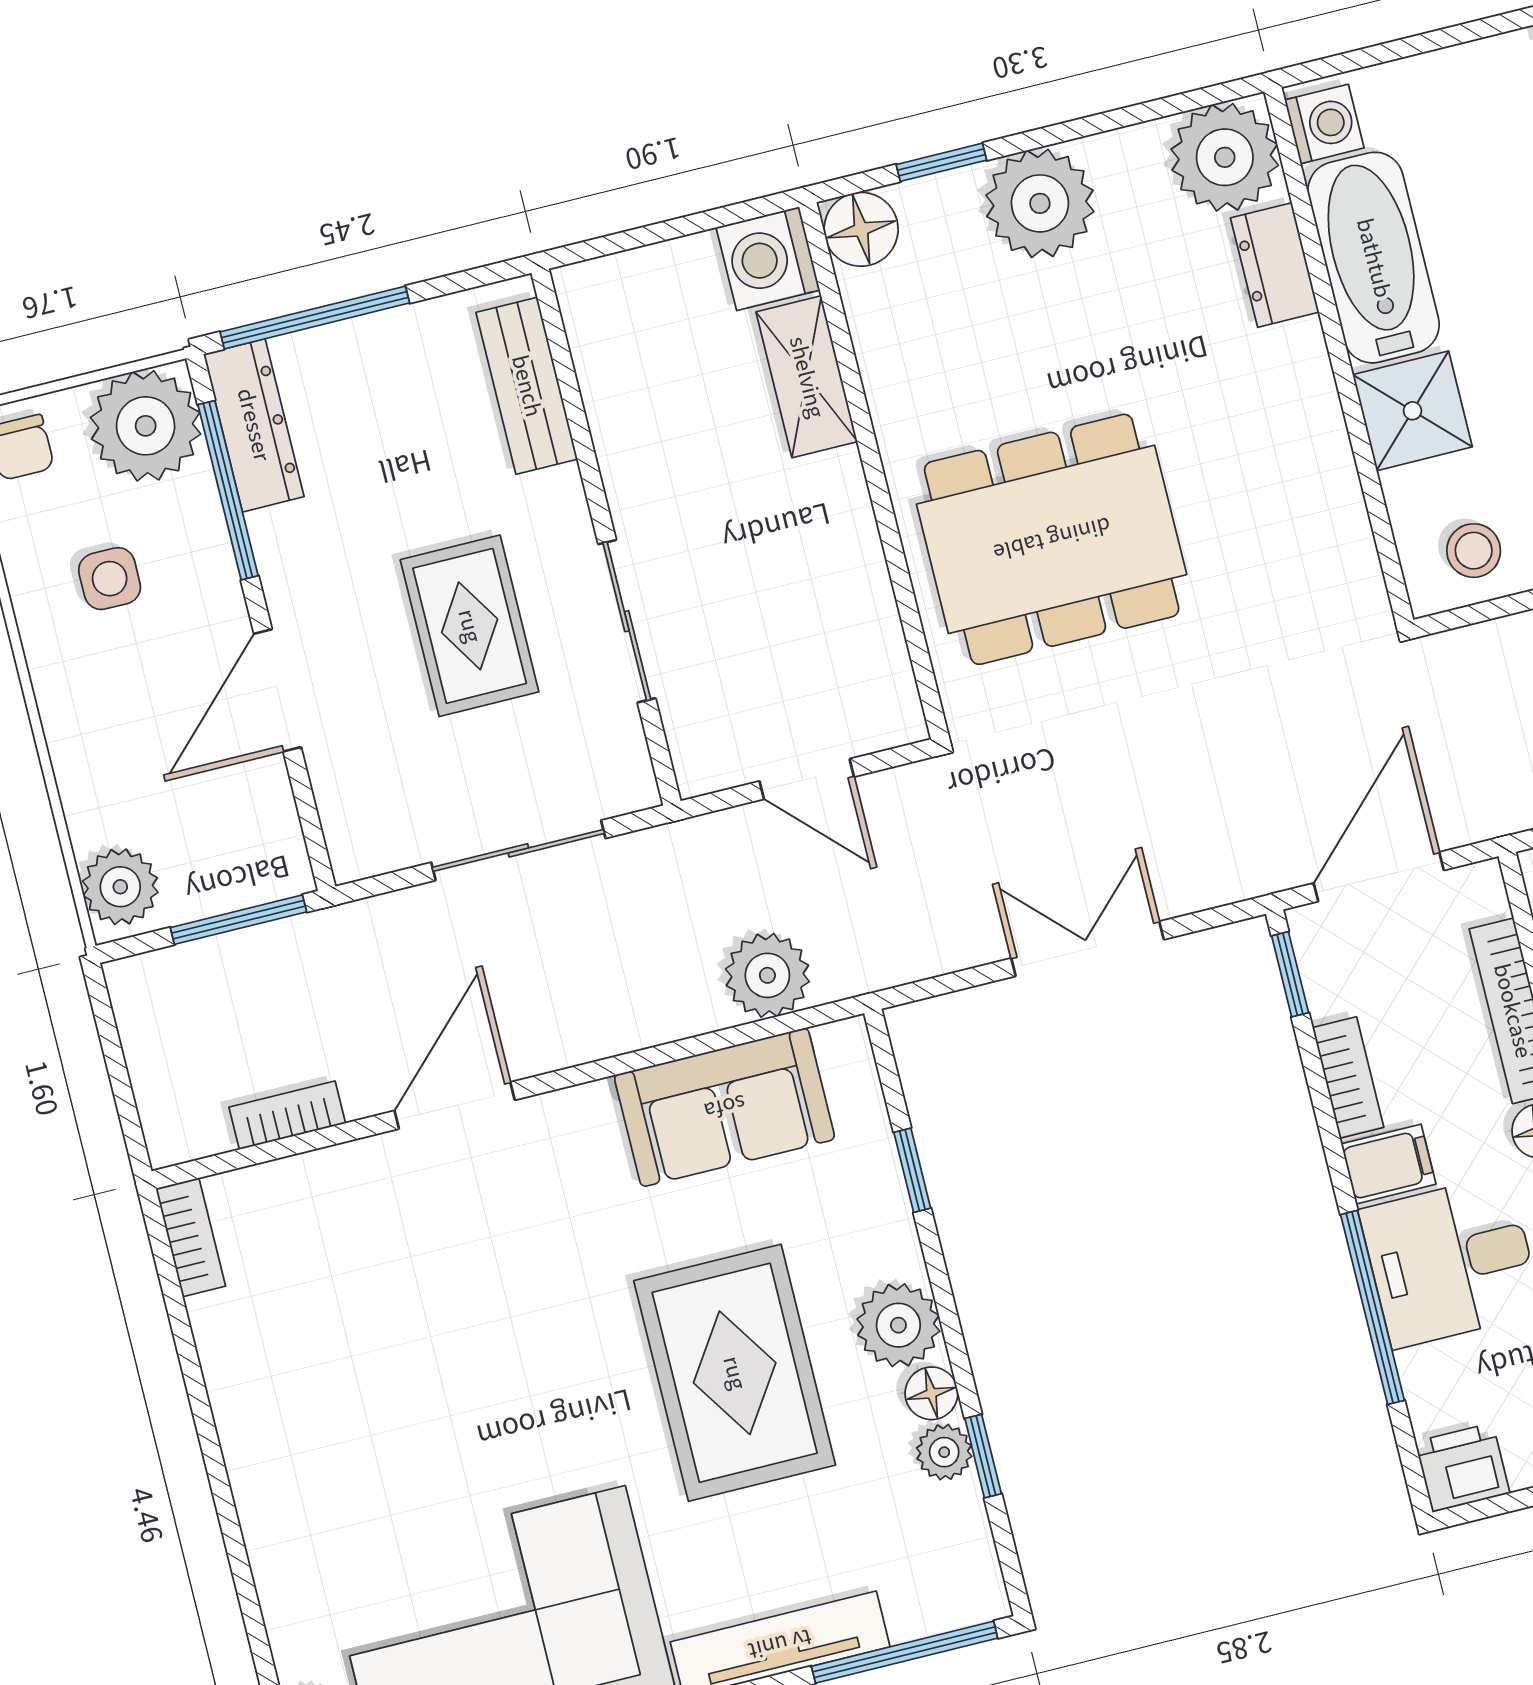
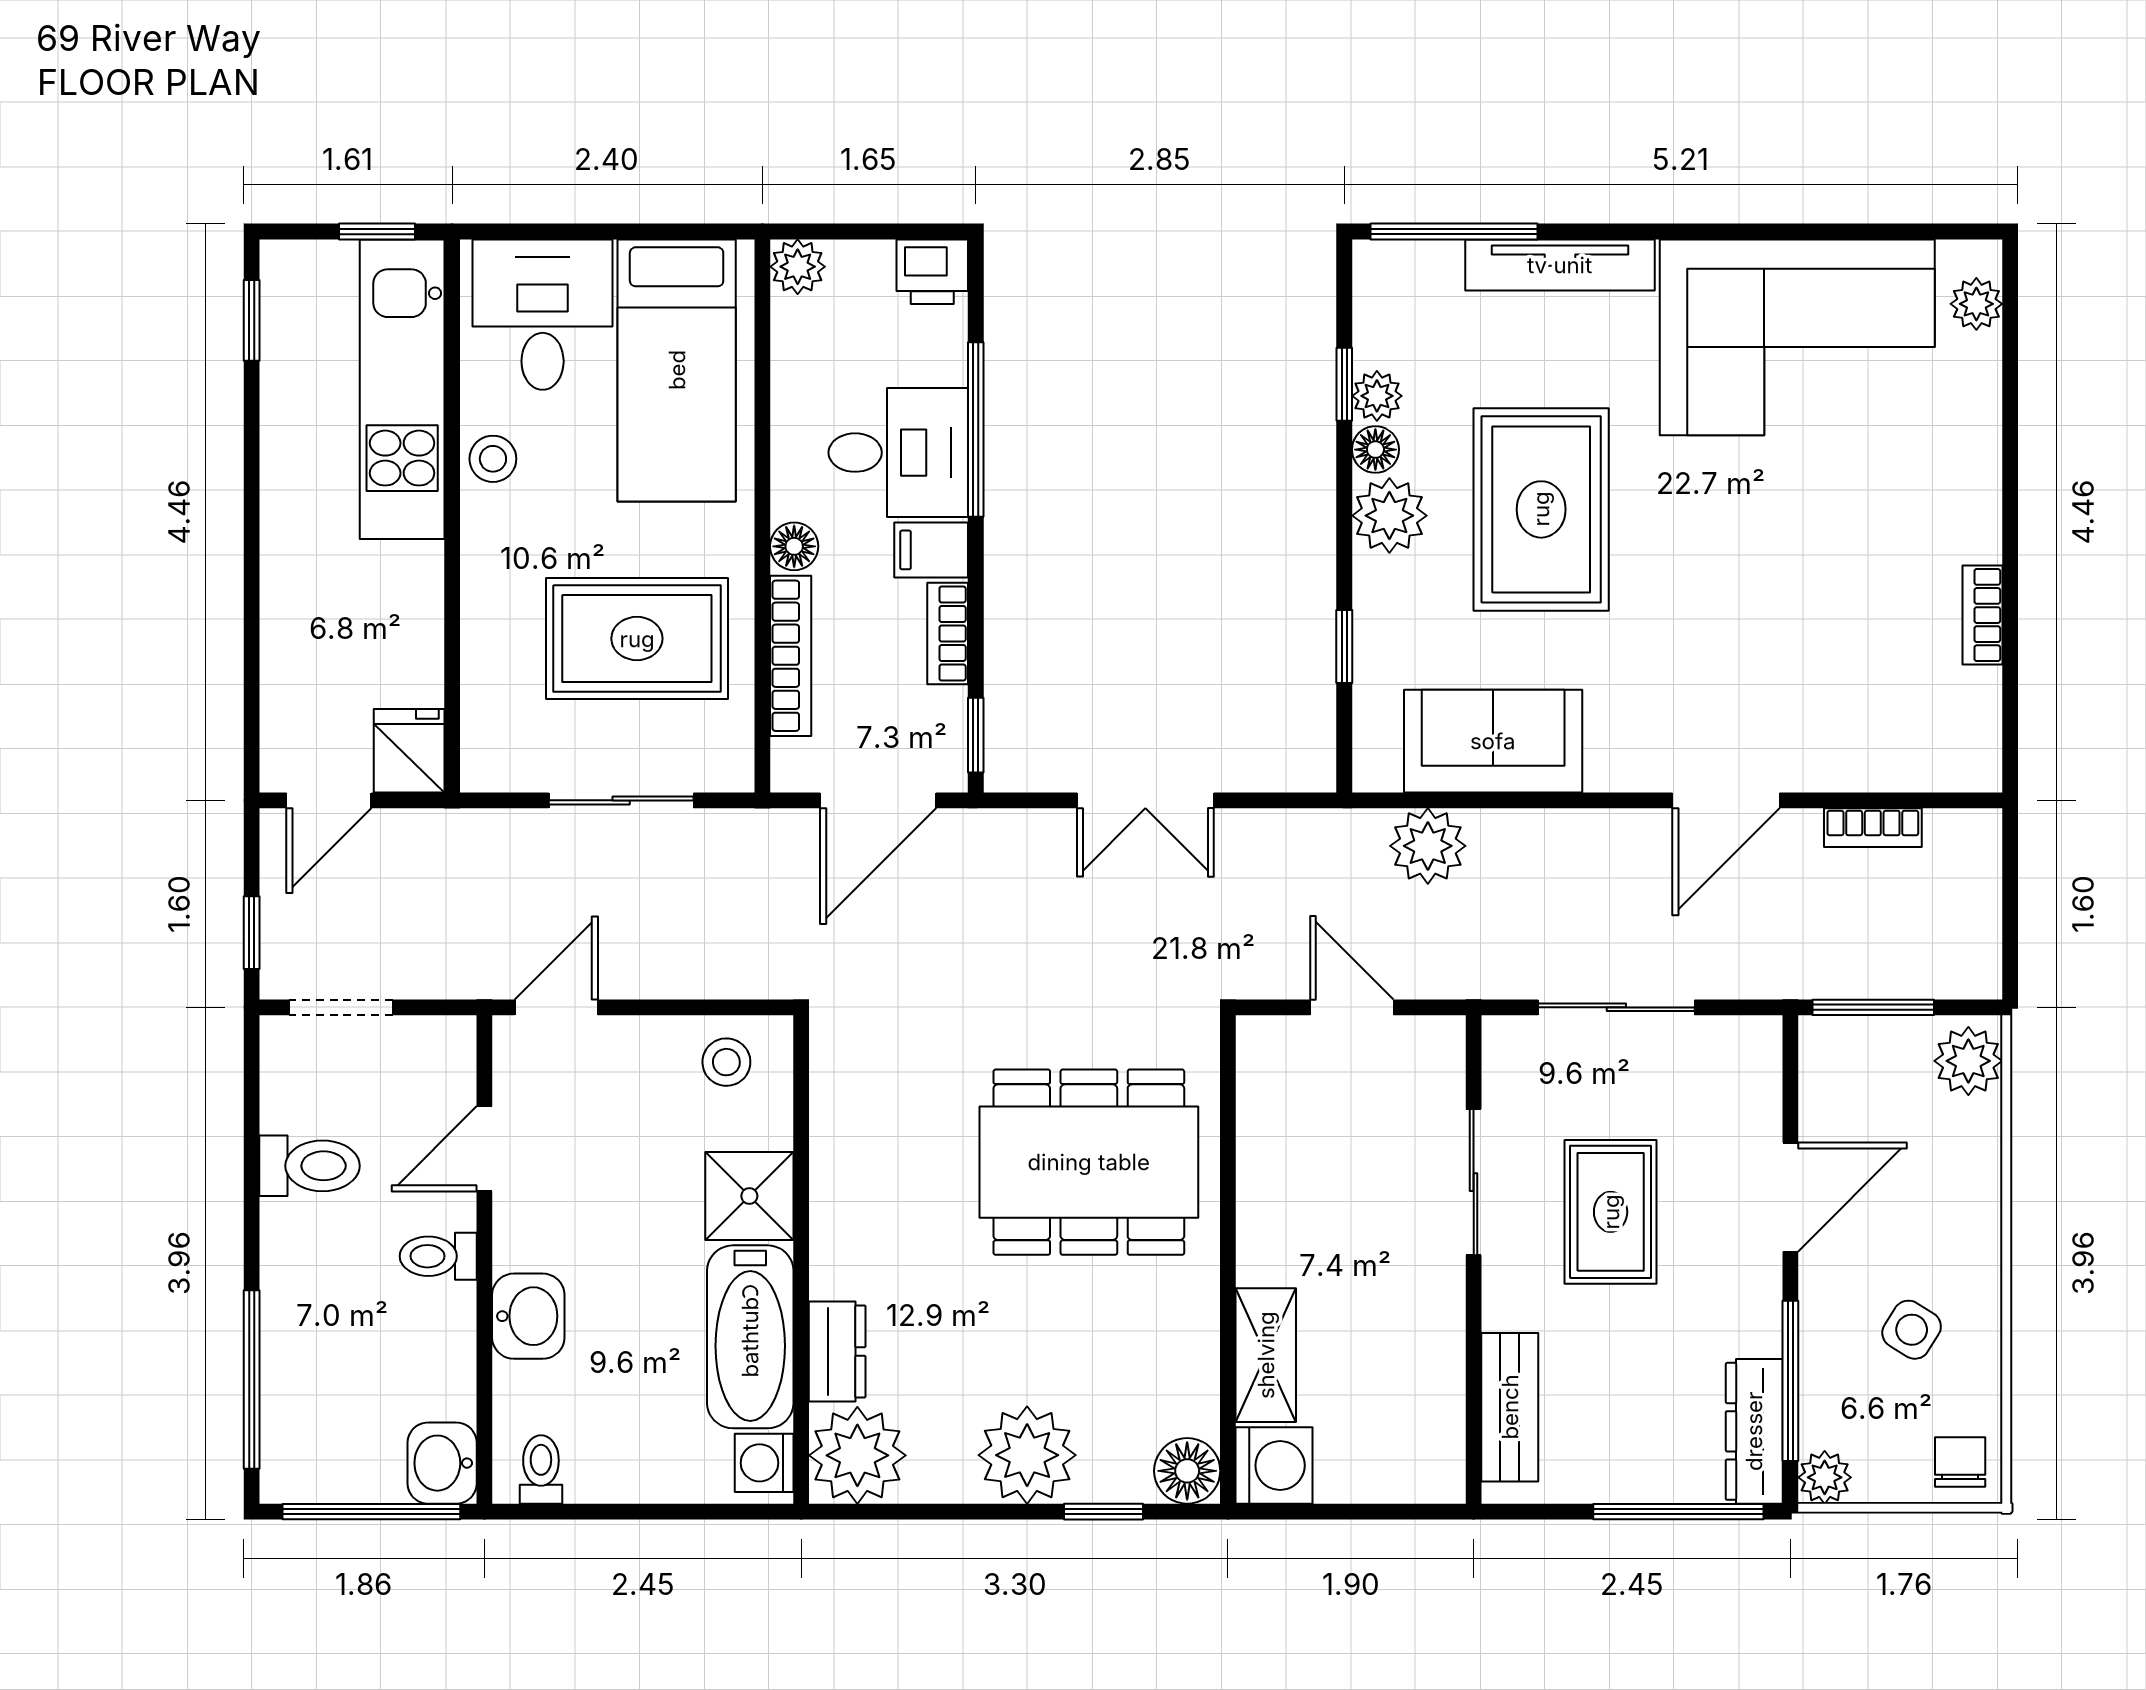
plant: (146, 426) -> (1825, 1477), width x0.53, depth x0.53
side table: (110, 579) -> (1912, 1330), turned 32
bookcase: (191, 1237) -> (1983, 615), moved

